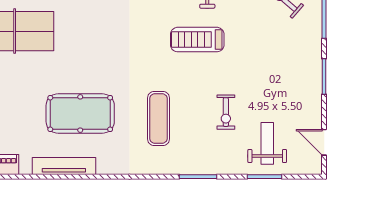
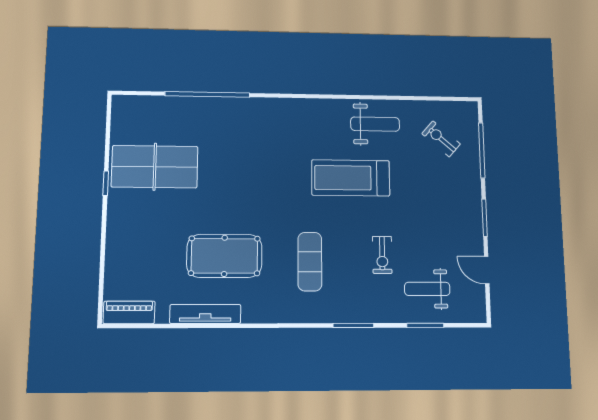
treadmill: (197, 40) -> (351, 178), width x1.37, depth x1.38
door: (324, 142) -> (487, 270), moved
weight bench: (267, 143) -> (427, 289), turned -90

